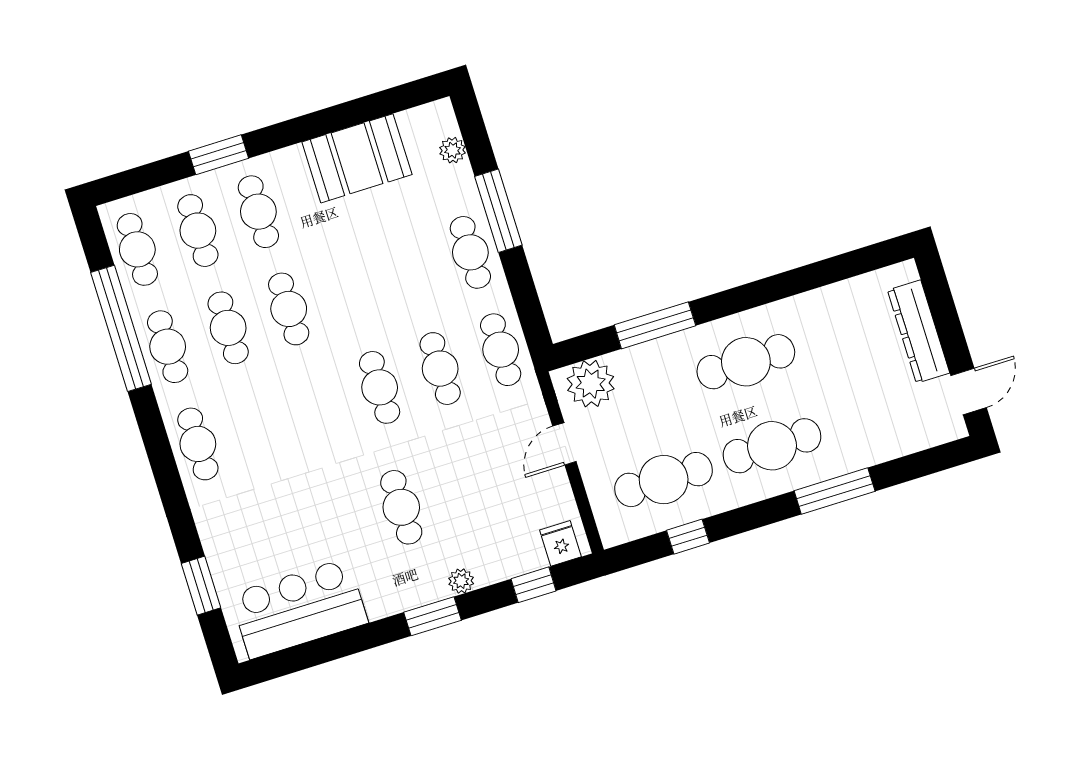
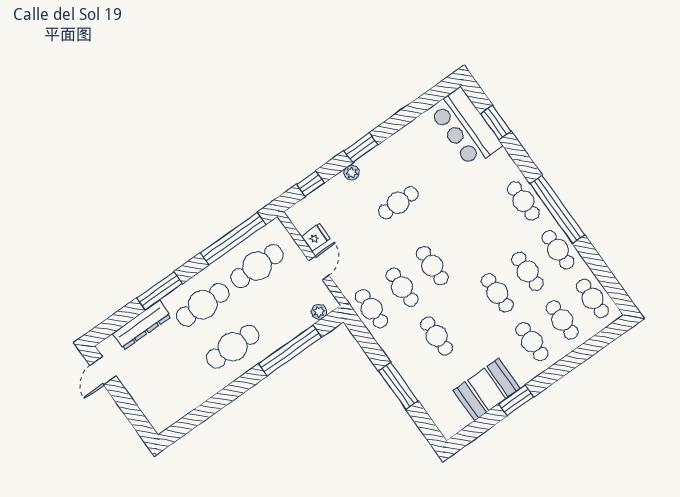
plant: (452, 150) -> (435, 411), removed
window: (219, 155) -> (516, 400), moved
cafe table: (470, 252) -> (437, 336), moved
window: (655, 325) -> (290, 351), width x1.46
window: (121, 328) -> (557, 209), moved
dresser: (919, 332) -> (142, 325), moved, turned 90
plant: (591, 384) -> (319, 312), width x0.53, depth x0.53
cafe table: (401, 507) -> (398, 203), turned 90
window: (688, 537) -> (233, 239), width x3.17
fridge: (561, 543) -> (316, 238), moved, turned -90
bar counter: (299, 608) -> (466, 128), moved, turned 90

